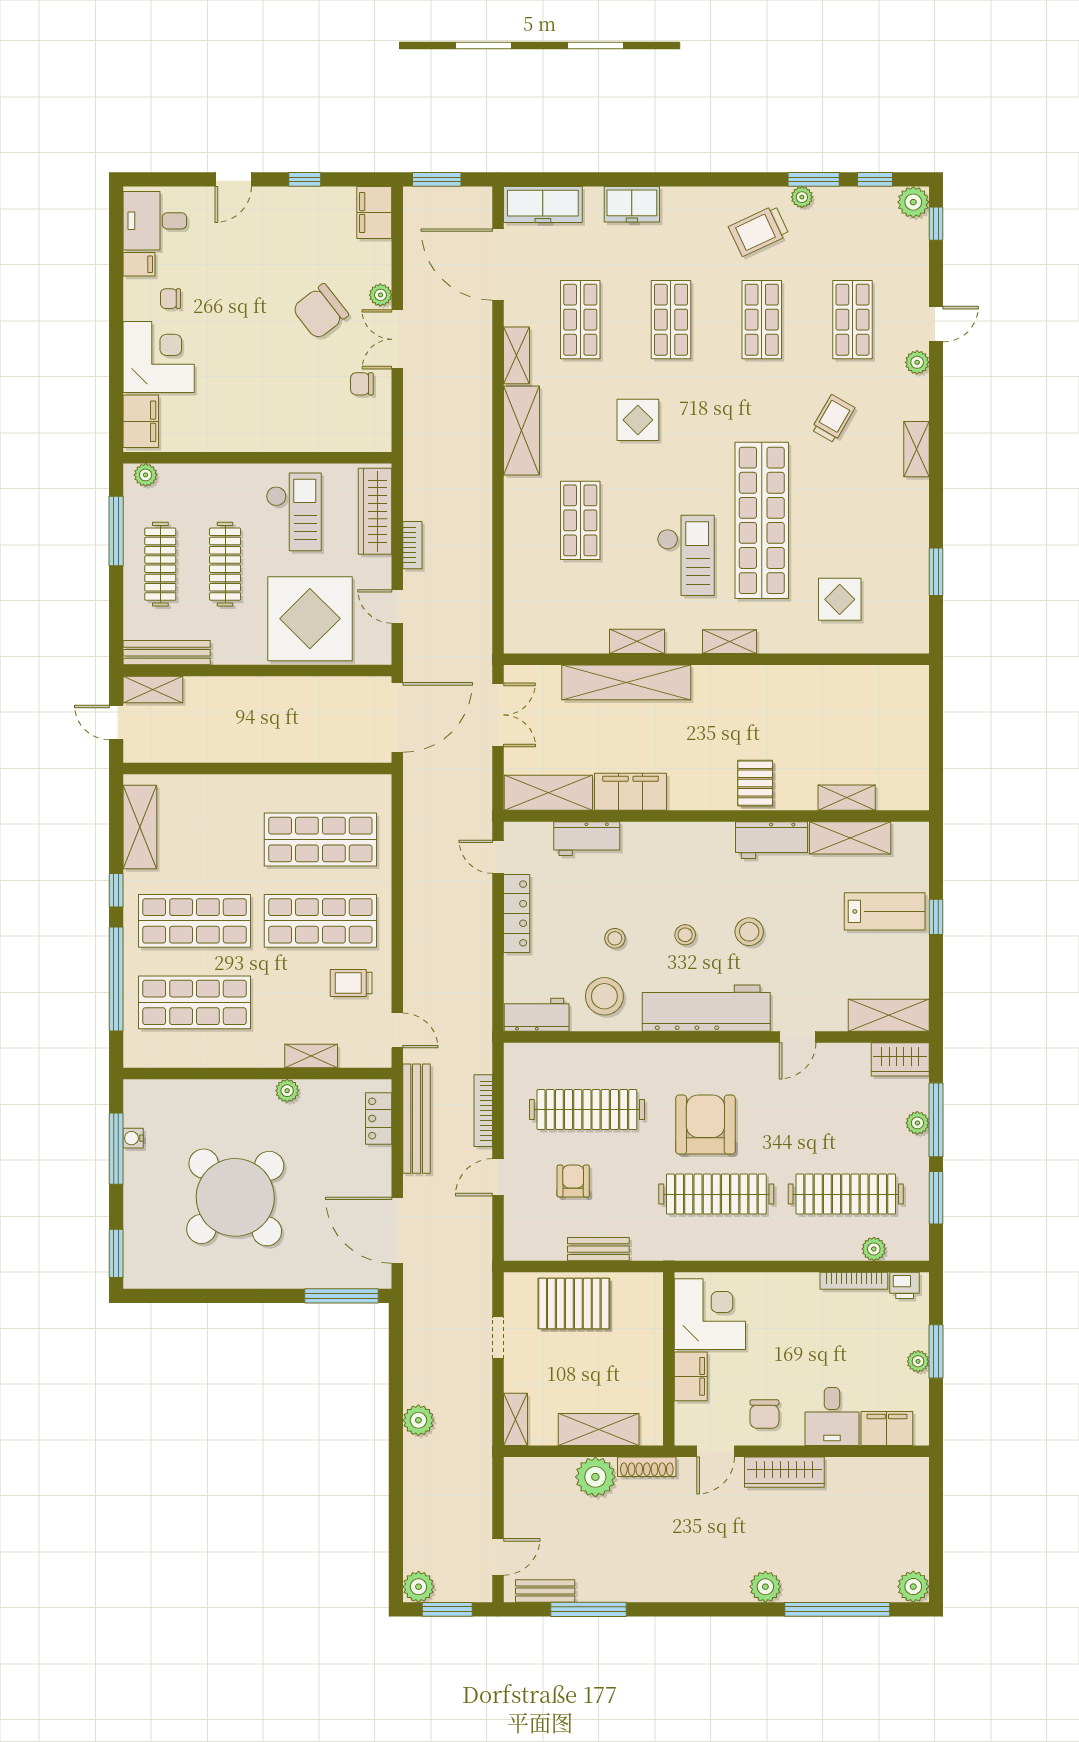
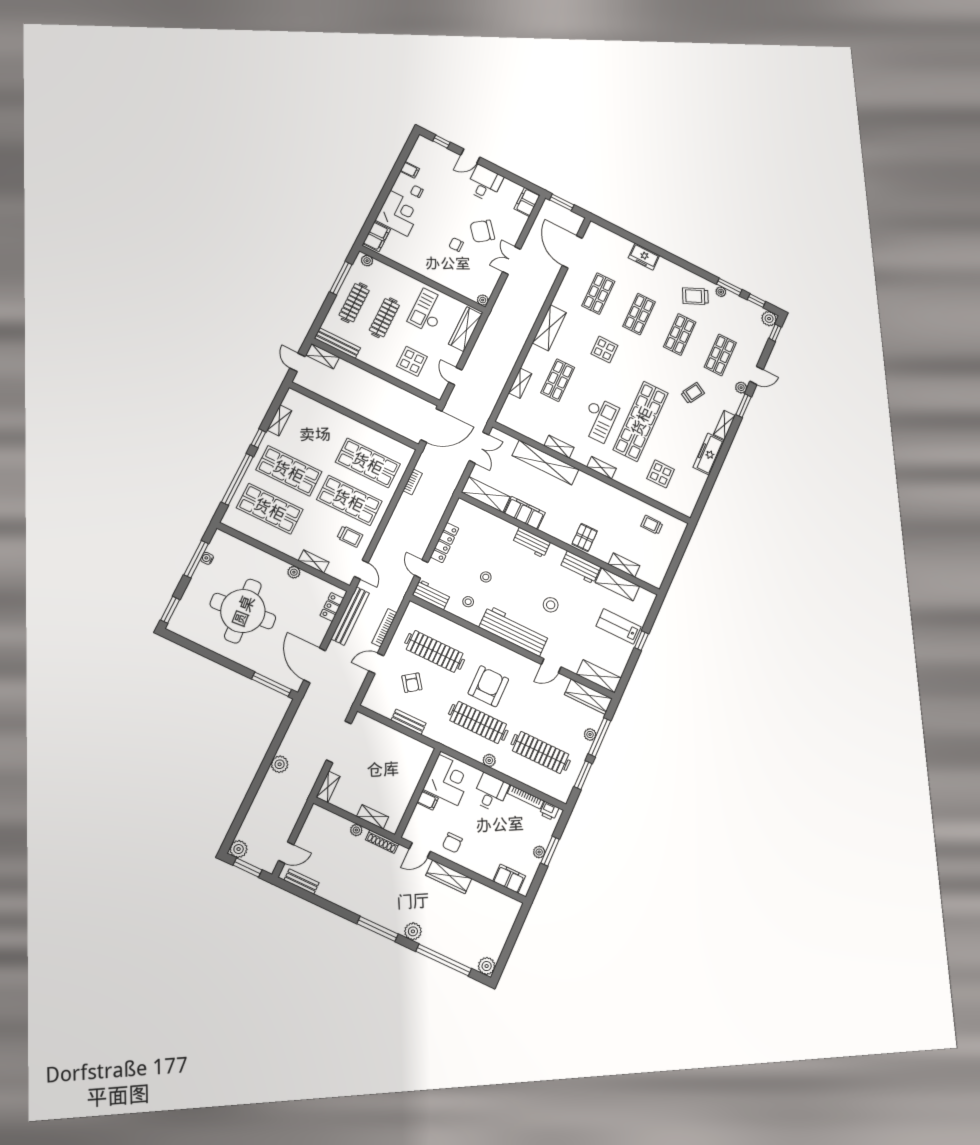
window: (305, 179) -> (442, 142), moved
freezer: (543, 205) -> (709, 454), moved, turned 90
desk: (155, 221) -> (485, 183), moved, turned 90
plant: (380, 295) -> (483, 300), moved
shelving: (516, 355) -> (520, 383), moved
chair: (362, 384) -> (456, 245), moved
checkout: (294, 512) -> (428, 311), turned 180
bookcase: (412, 545) -> (413, 482), moved
window: (936, 572) -> (744, 406), moved
display table: (310, 619) -> (412, 361), width x0.54, depth x0.54
trolley: (864, 701) -> (652, 525), added
shelving: (140, 827) -> (279, 420), width x0.67, depth x0.75
workbench: (587, 839) -> (531, 543), moved
door: (498, 857) -> (421, 569), moved
lab bench: (885, 911) -> (619, 626), turned 180
stool: (685, 935) -> (520, 592), removed
trolley: (351, 983) -> (350, 536), turned 180
stool: (604, 996) -> (468, 602), width x0.53, depth x0.53
wardrobe: (900, 1059) -> (588, 697), width x1.50
armchair: (573, 1181) -> (412, 683), turned 144
round table: (235, 1197) -> (243, 611), turned 38
plant: (874, 1249) -> (489, 760), moved
pallet: (574, 1303) -> (384, 743), removed
doorway: (498, 1338) -> (339, 742), width x1.87
filing cabinet: (691, 1376) -> (427, 800), width x0.50
desk: (832, 1417) -> (491, 792), moved, turned 180
shelving: (599, 1430) -> (373, 817), width x0.67, depth x0.75
plant: (595, 1477) -> (356, 830), width x0.53, depth x0.53
window: (589, 1609) -> (377, 929), moved

